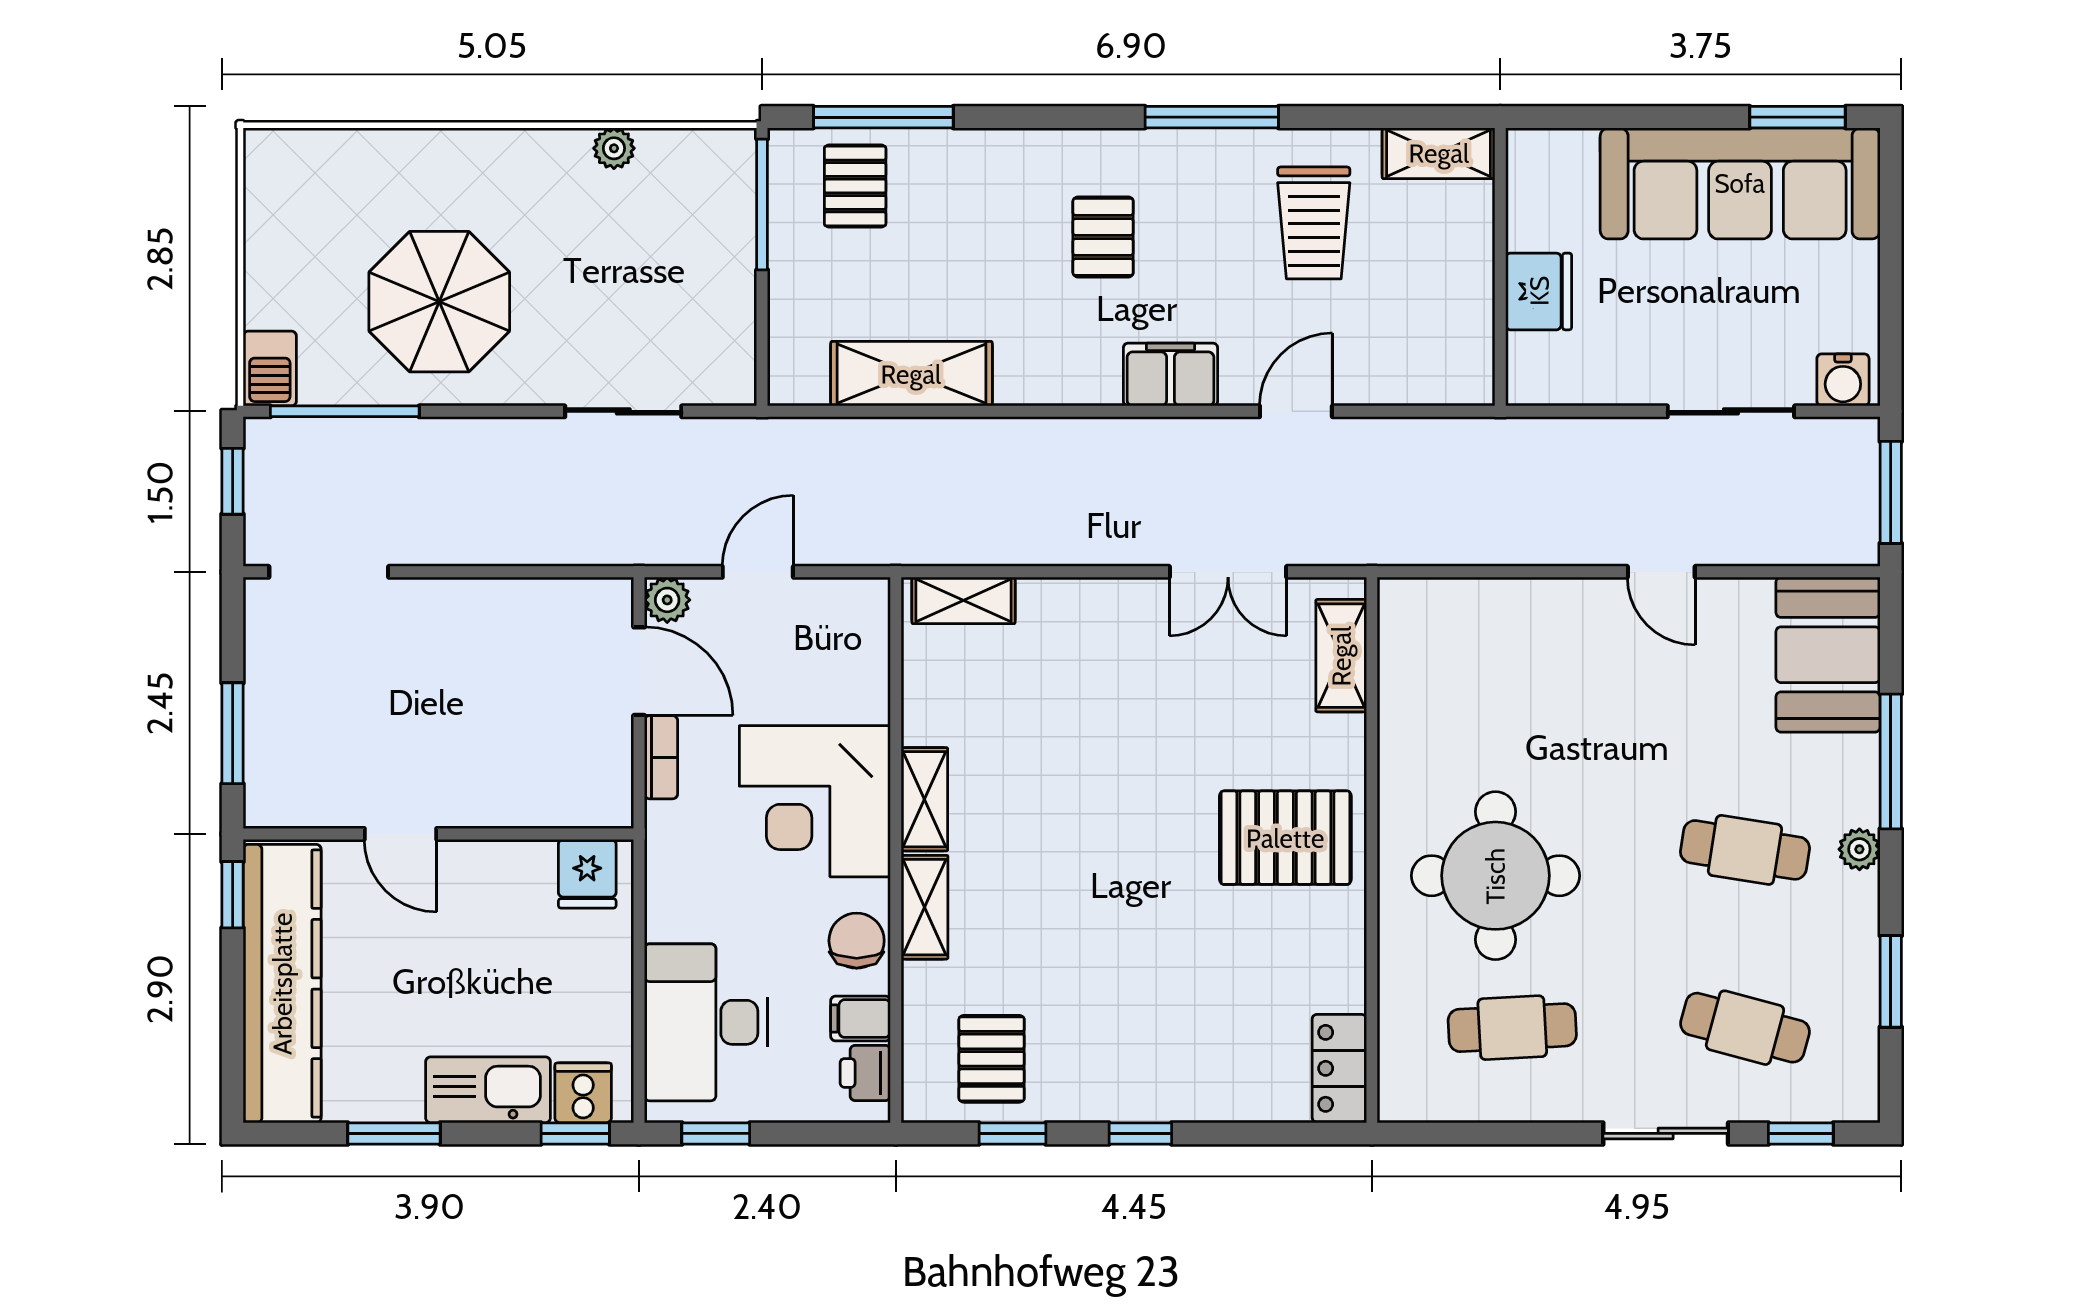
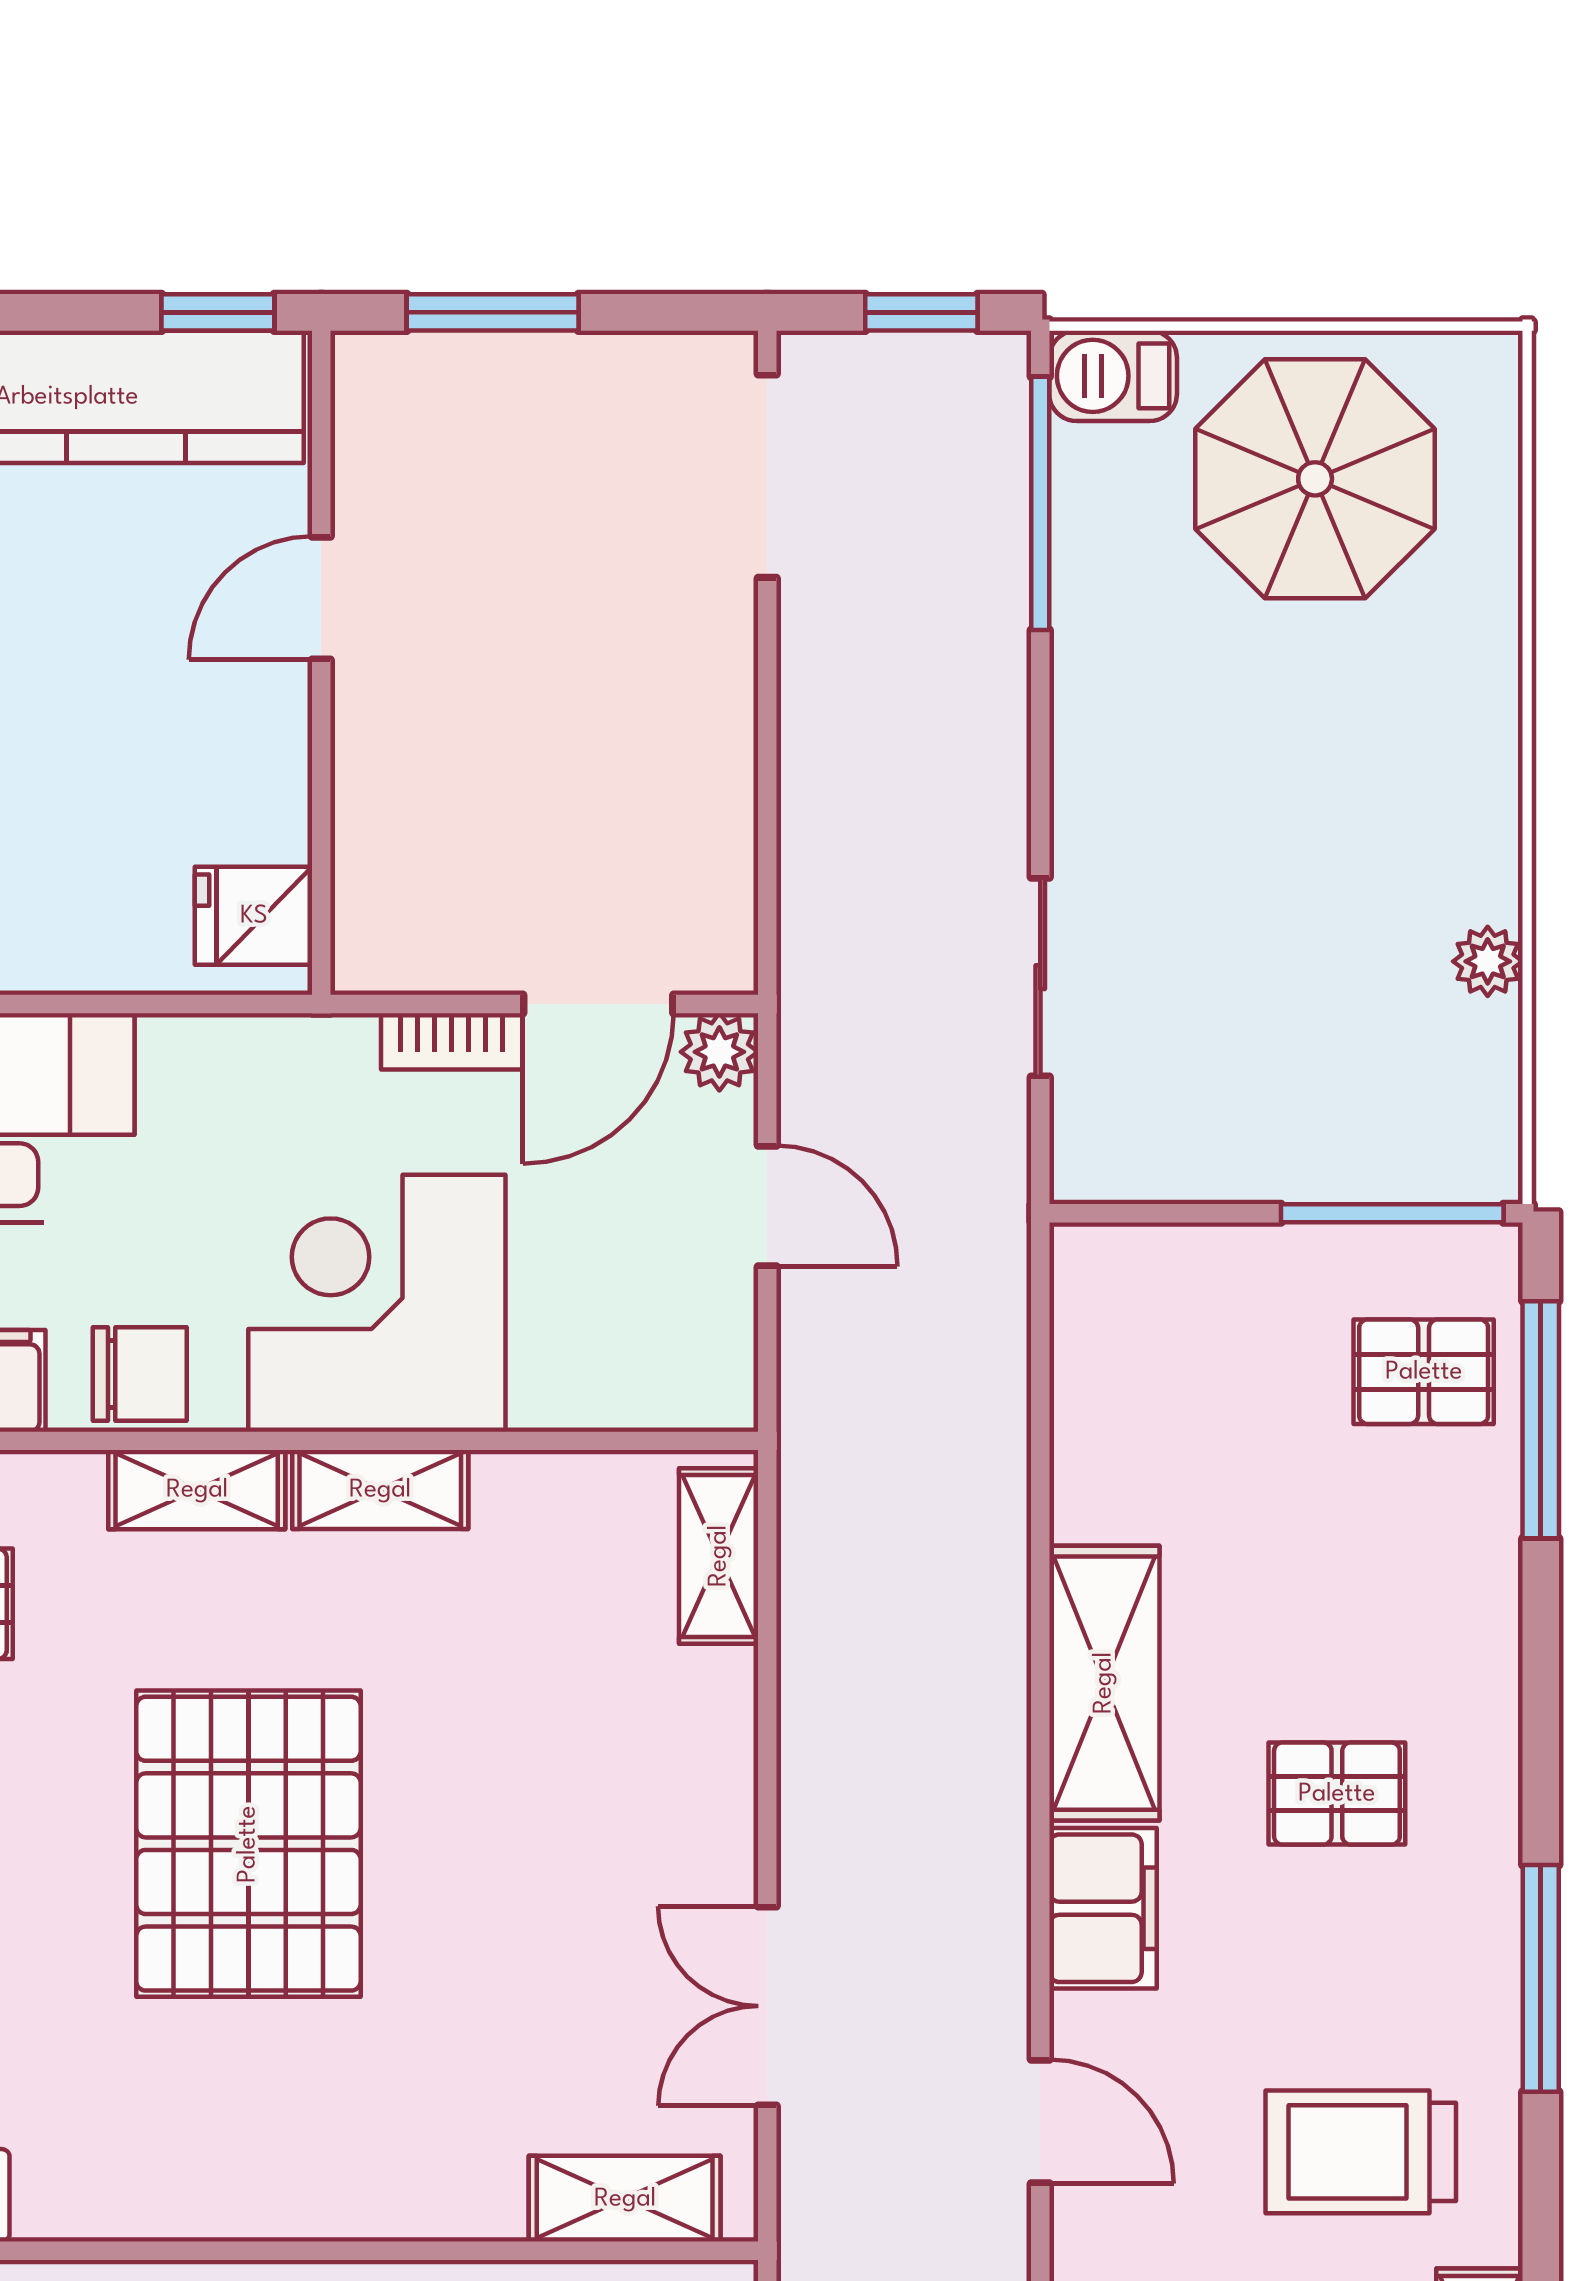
parasol: (439, 302) -> (1315, 479), moved
shelving: (911, 374) -> (1104, 1683), moved
pallet: (1285, 838) -> (248, 1844), moved, width x1.37, depth x1.41

